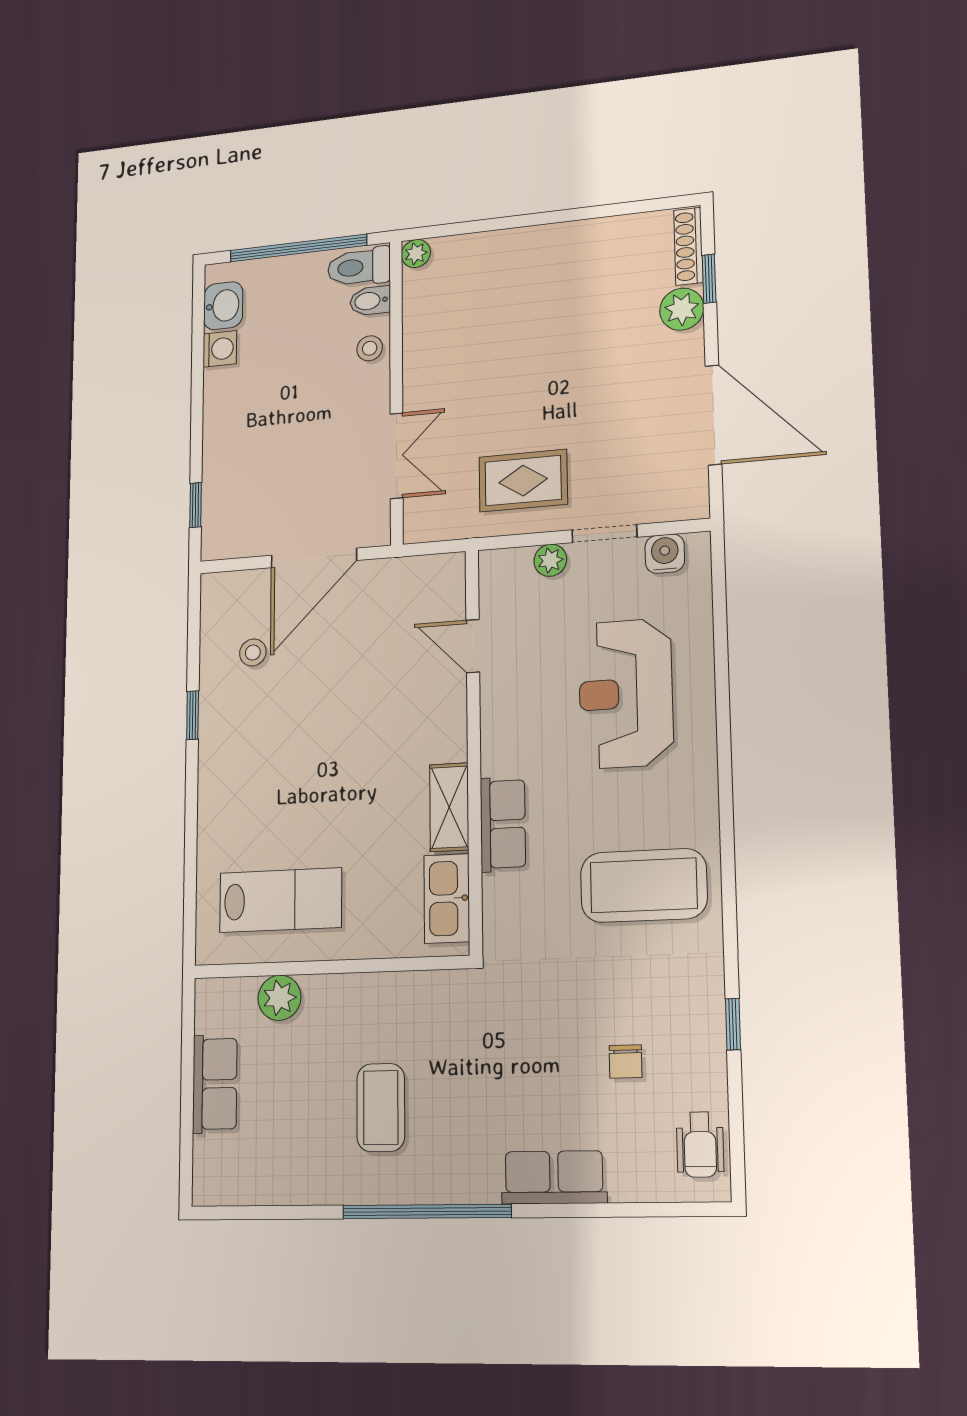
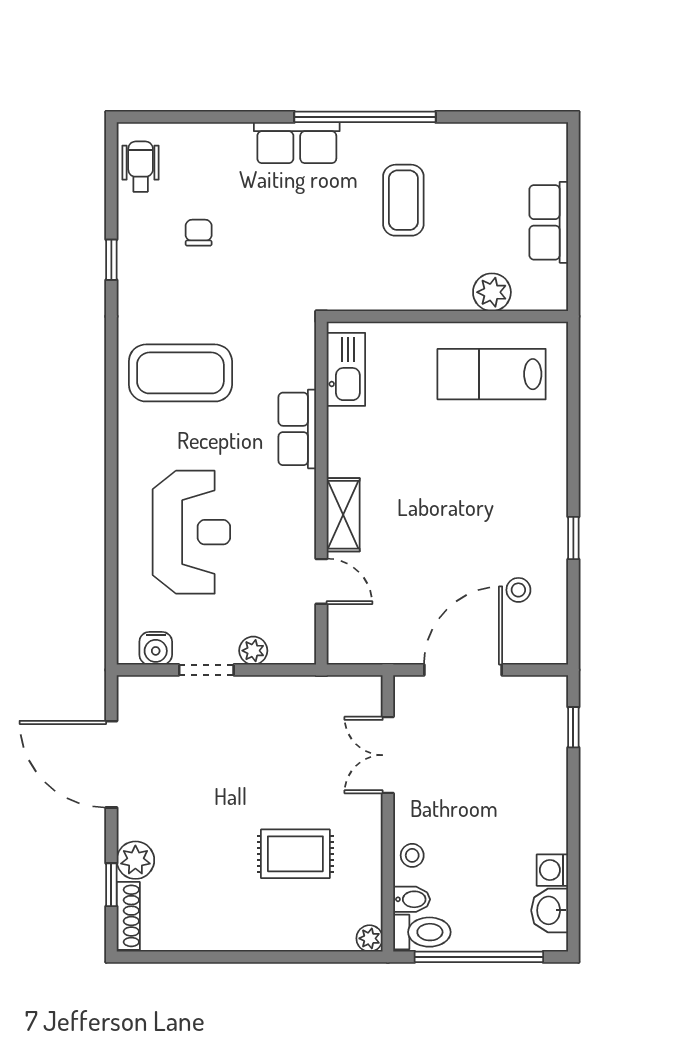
rug: (523, 481) -> (295, 854), moved
shelving: (449, 807) -> (343, 515), moved
row of seats: (554, 1177) -> (297, 143), moved

